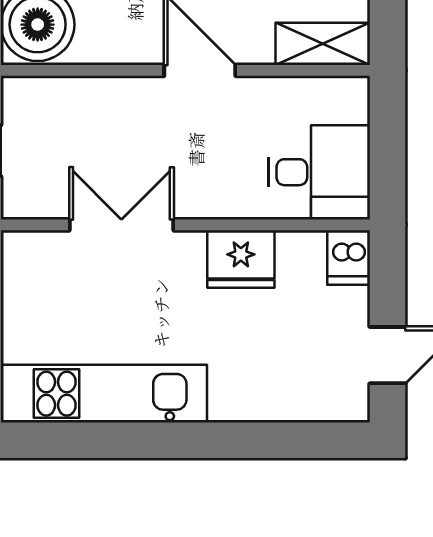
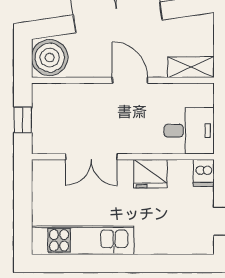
double door: (121, 225) -> (91, 157), swing flipped

